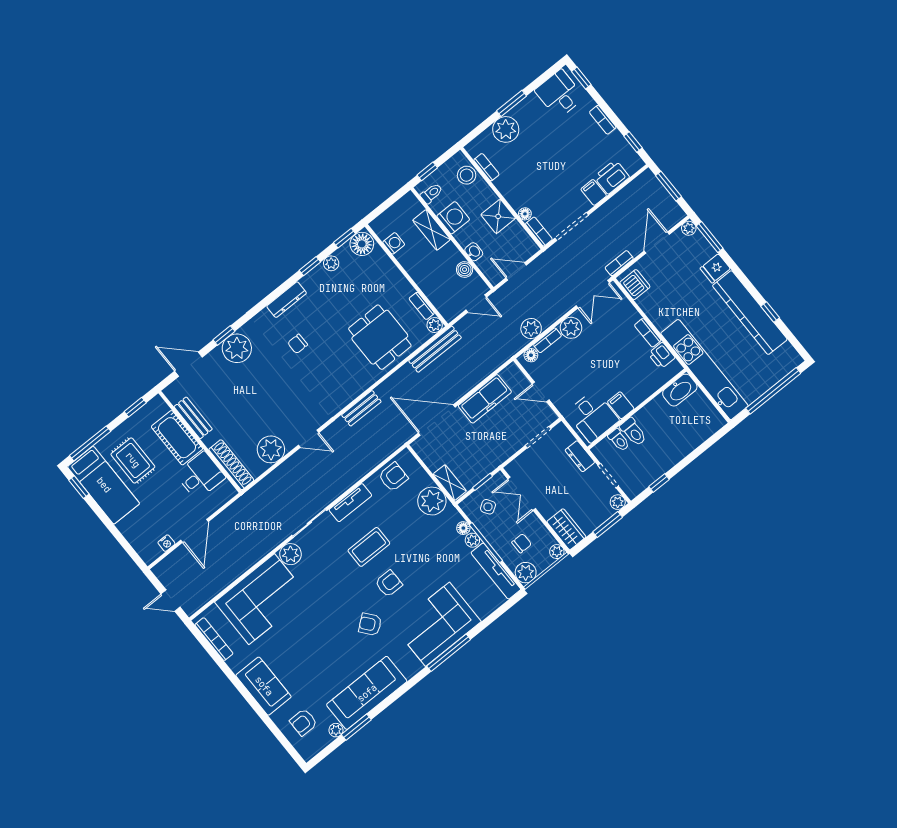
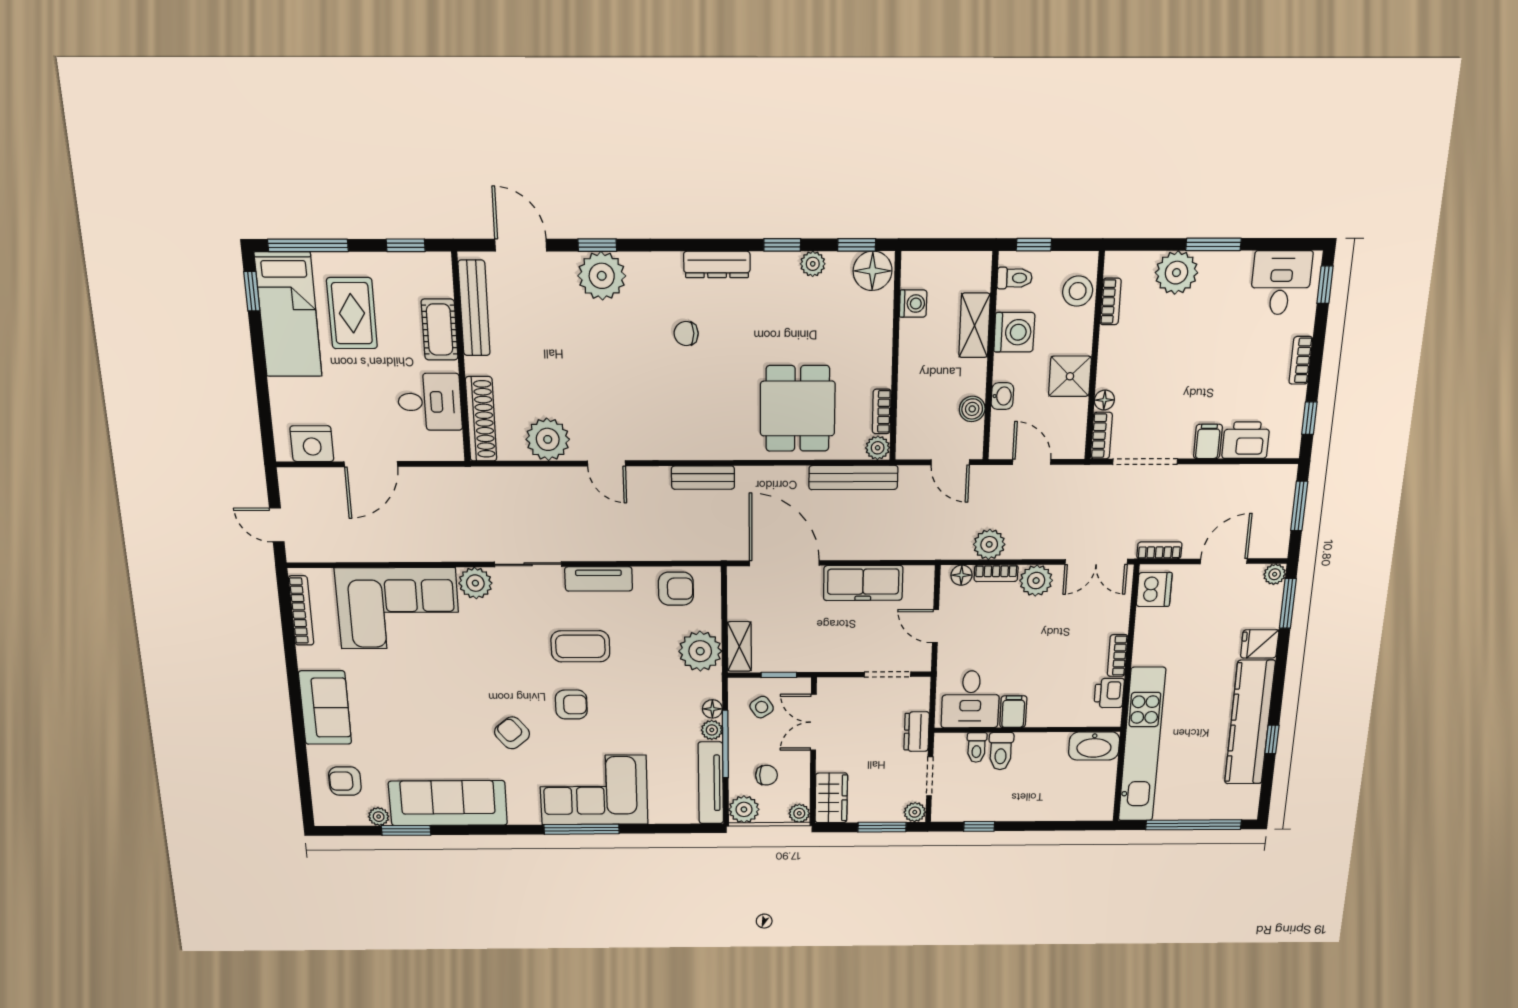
bench: (193, 418) -> (474, 308), width x1.36
cot: (177, 438) -> (440, 330), width x0.73, depth x0.75
nightstand: (166, 543) -> (312, 444), width x1.89, depth x1.79

